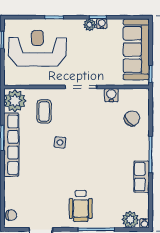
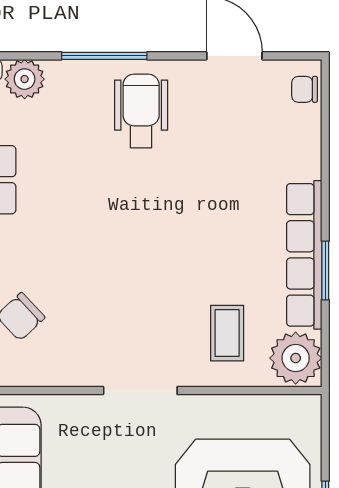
water cooler: (111, 95) -> (69, 371), removed
side table: (60, 142) -> (190, 260), removed

